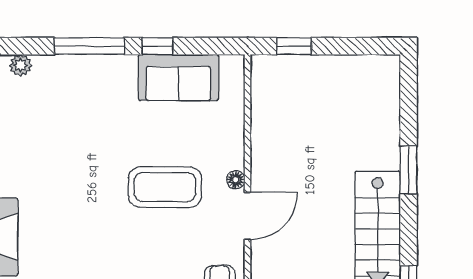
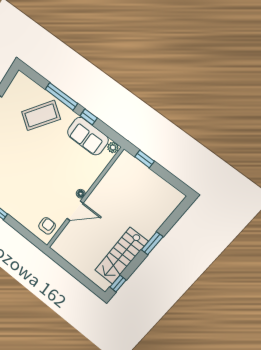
plant: (21, 65) -> (113, 148), moved
coffee table: (165, 187) -> (41, 115), moved, turned -54

